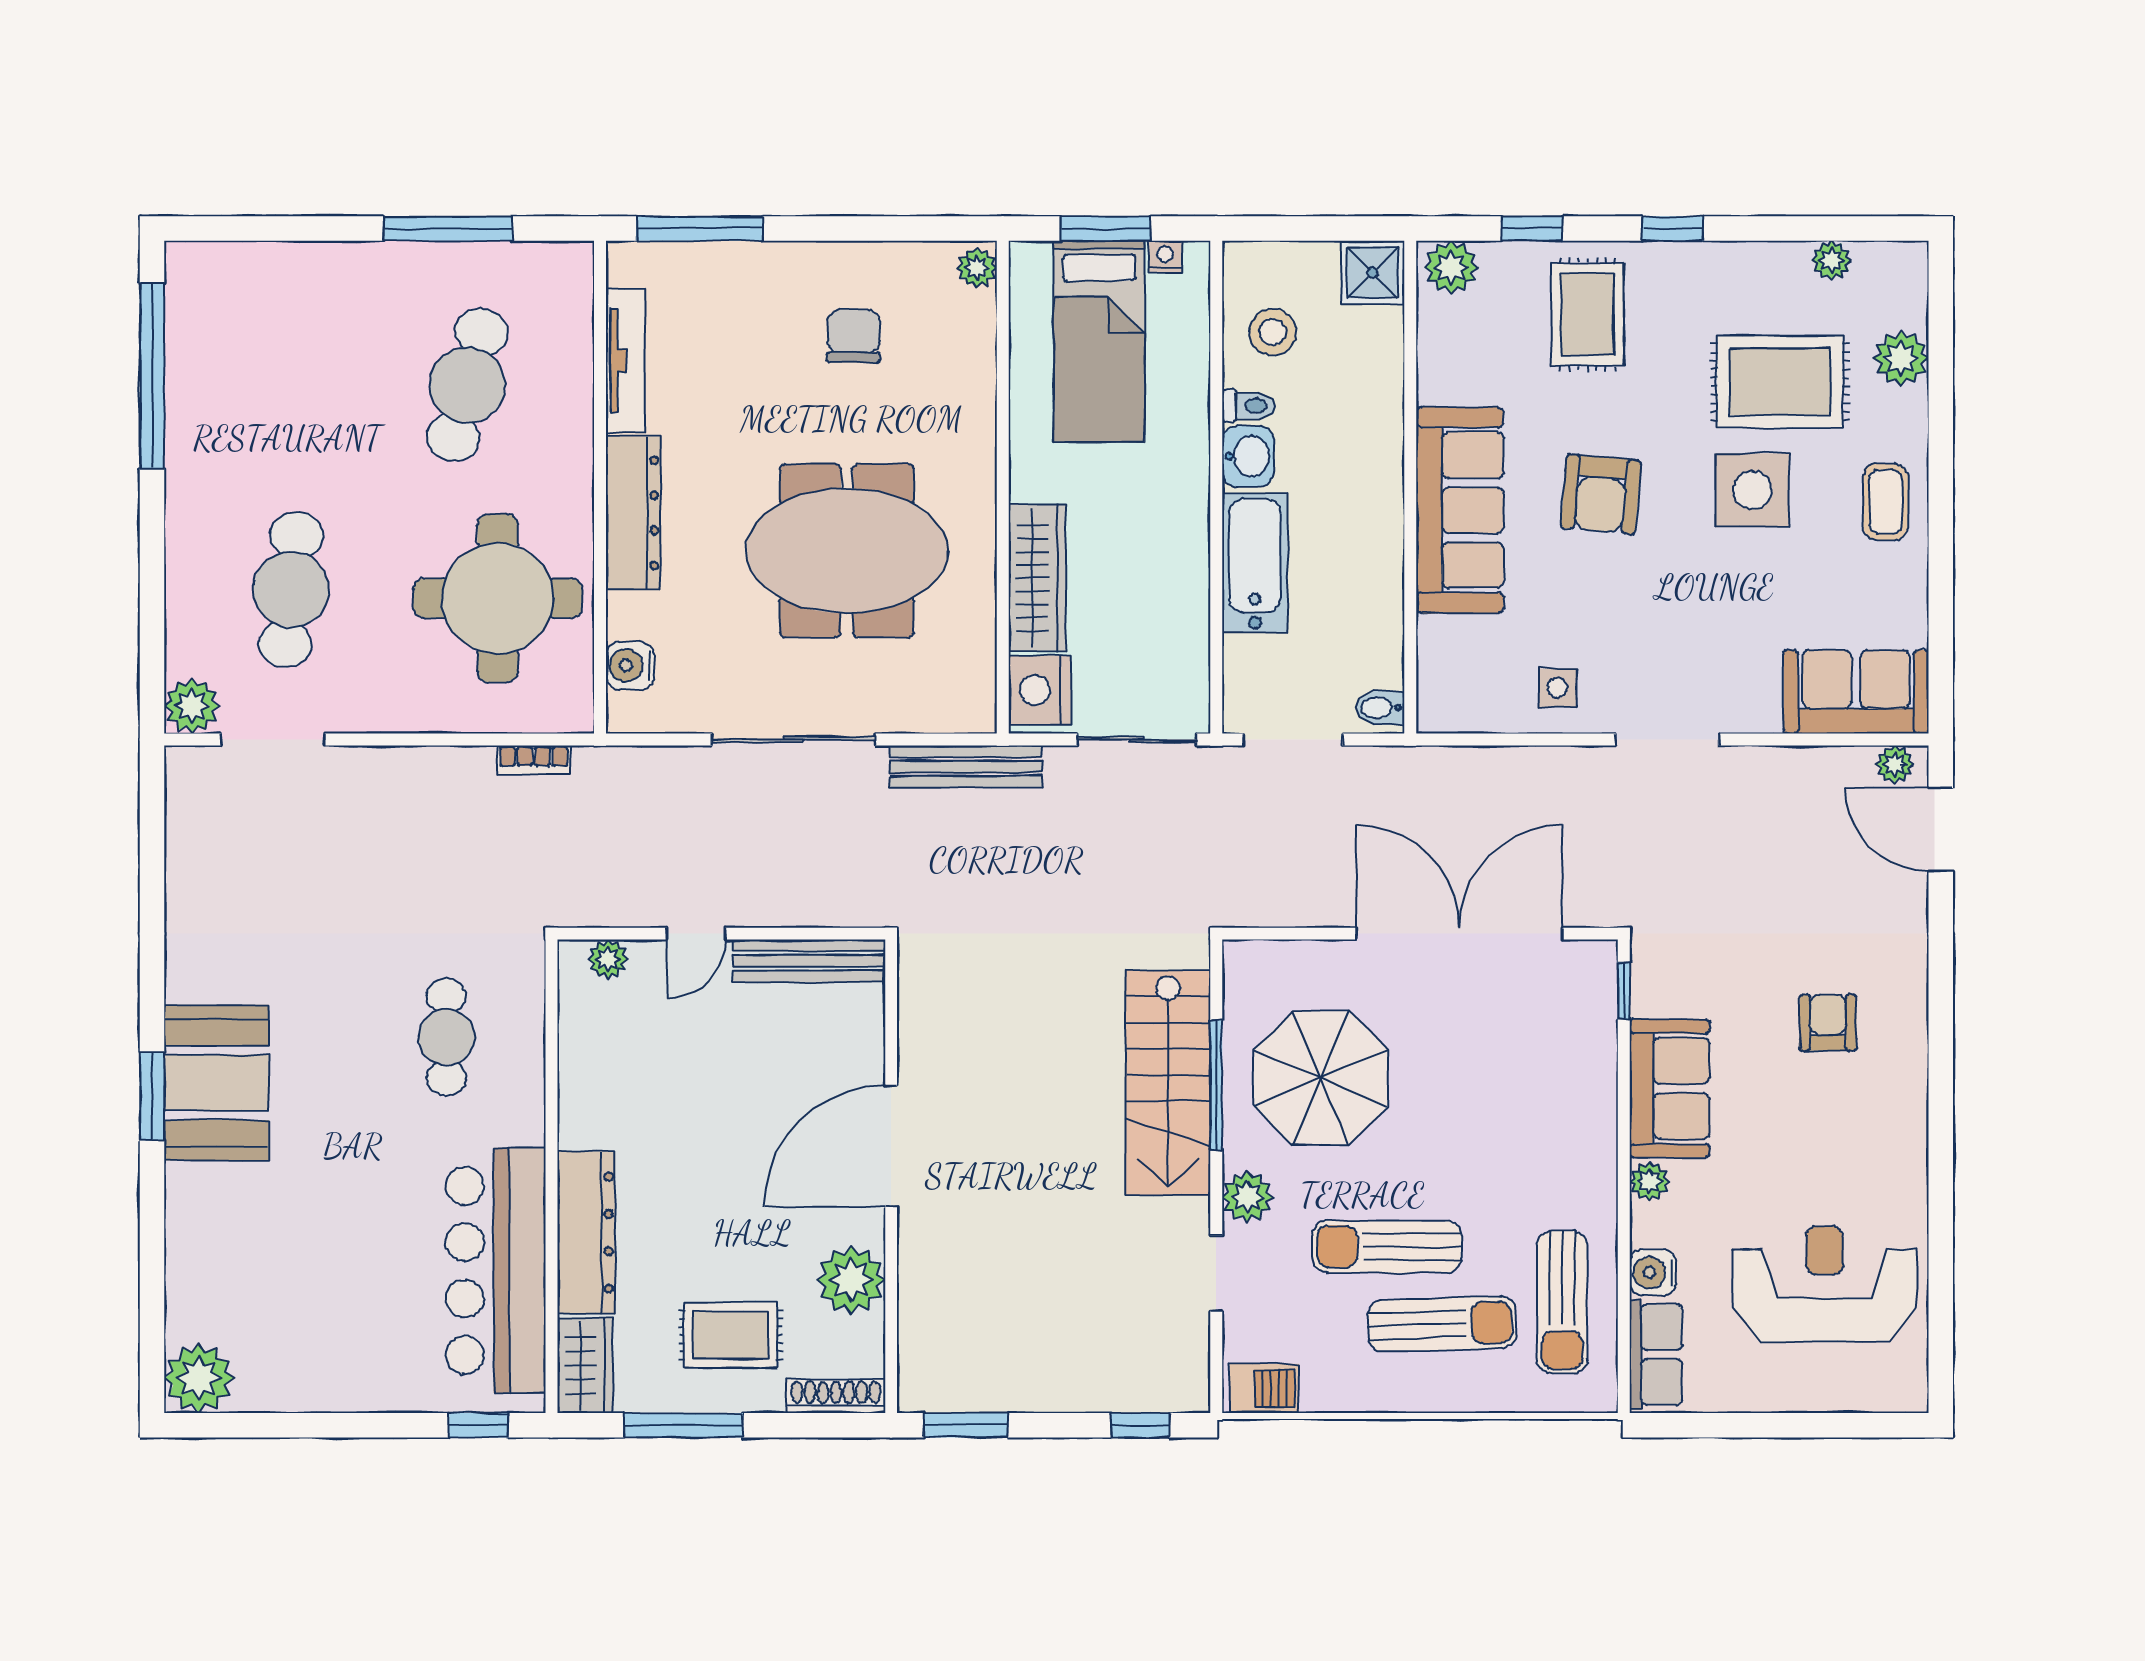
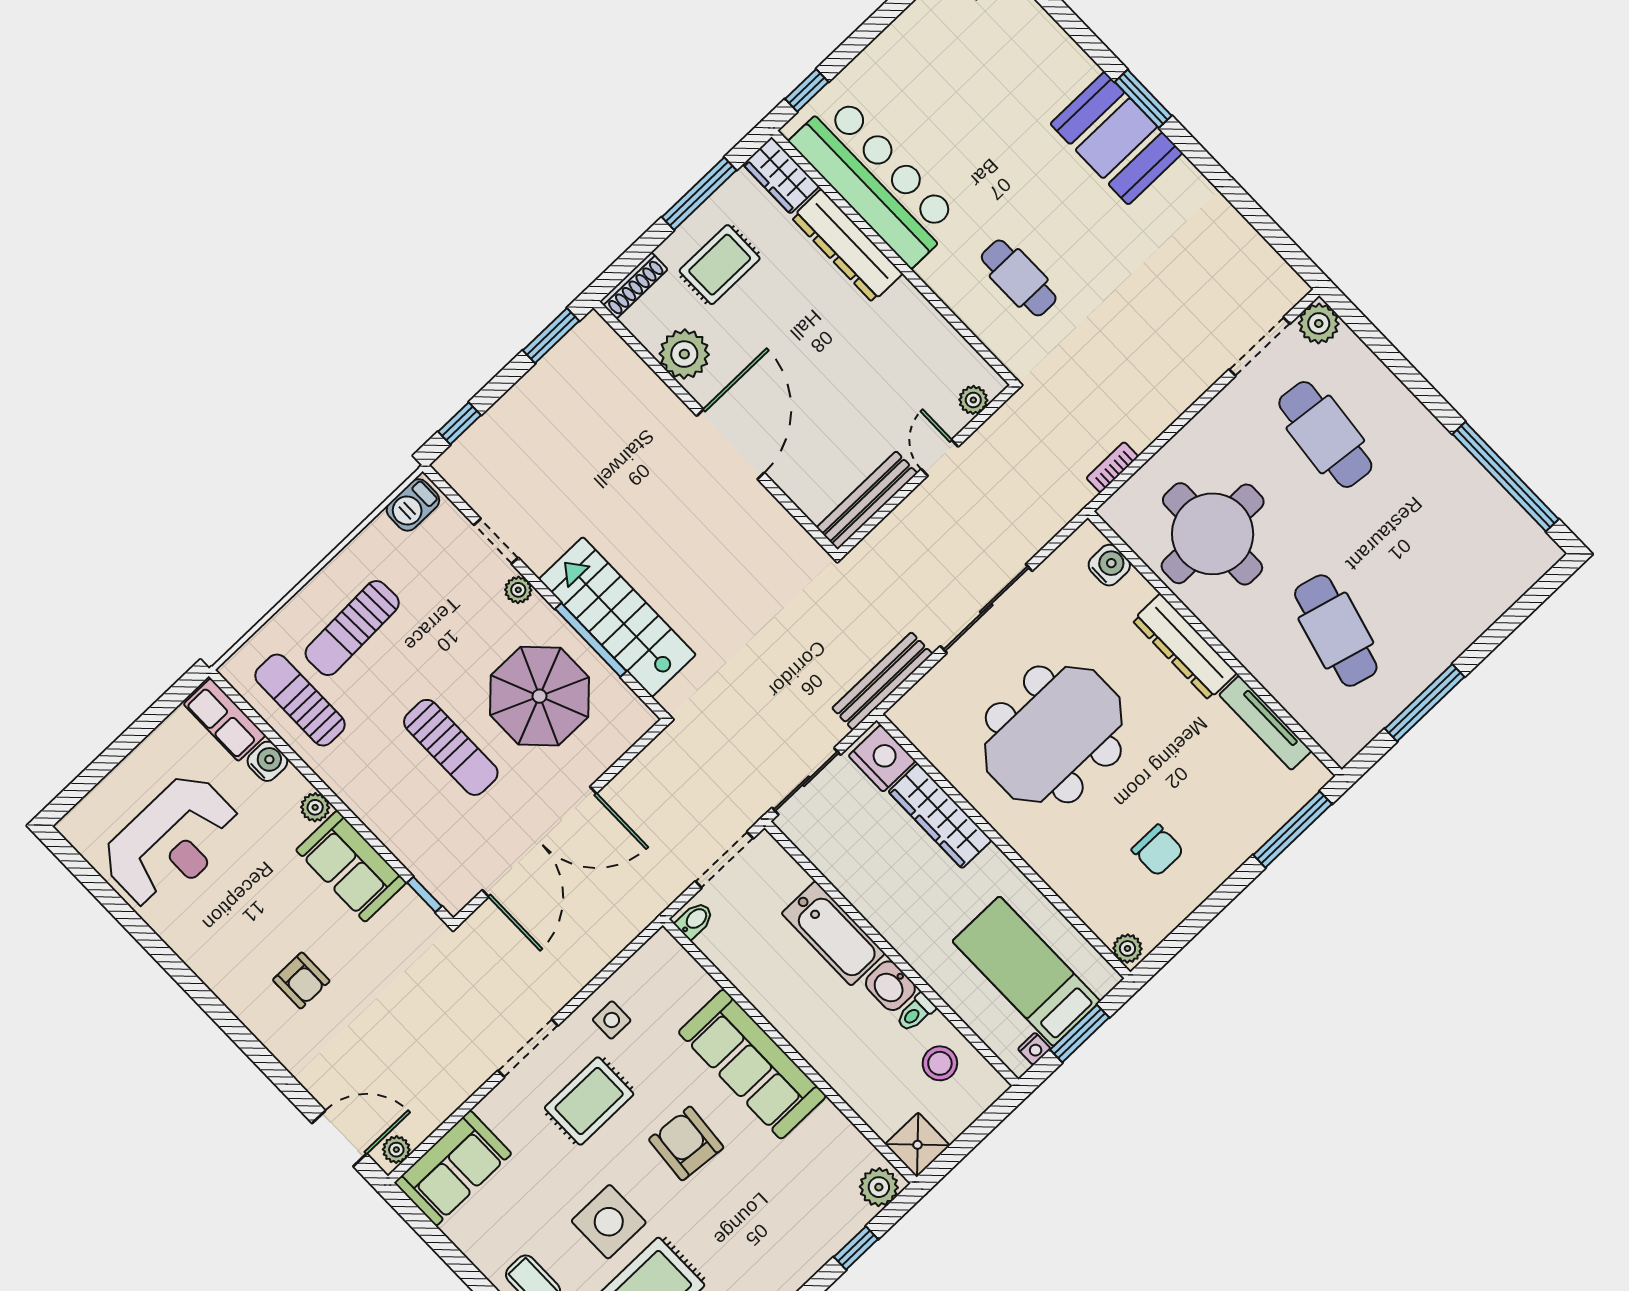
rug: (1587, 314) -> (589, 1101), moved, turned 90
plant: (1247, 1197) -> (518, 590), width x0.73, depth x0.73
sun lounger: (1387, 1247) -> (451, 747), moved, turned 90

